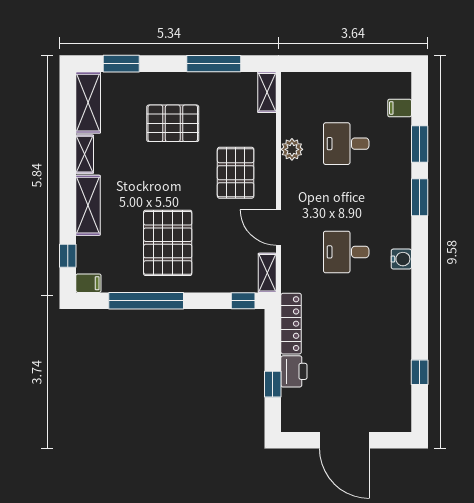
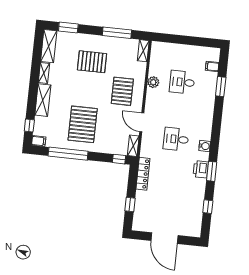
window: (420, 197) -> (212, 171), moved
printer: (294, 371) -> (201, 169), moved, turned 180

